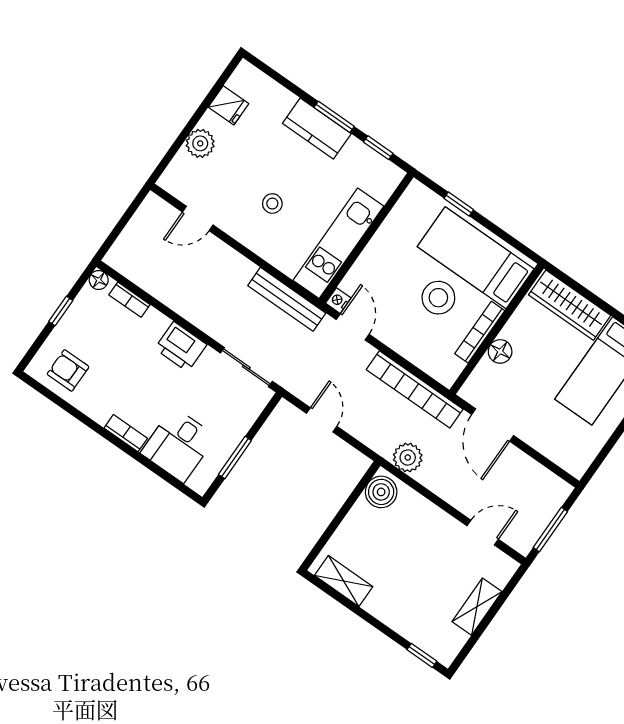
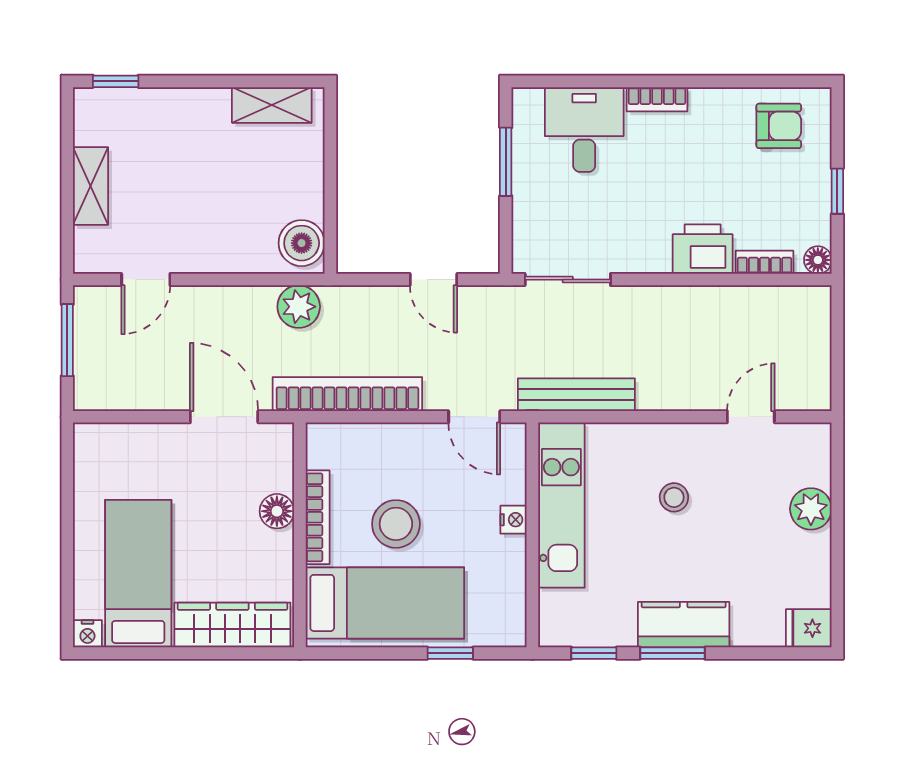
fridge: (228, 105) -> (809, 628), moved
nightstand: (338, 301) -> (513, 520), moved
printer: (181, 347) -> (703, 249), moved

